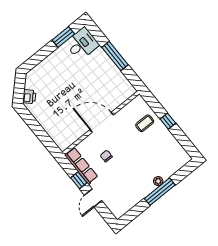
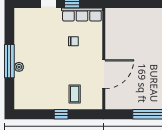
door: (102, 122) -> (104, 74), moved

